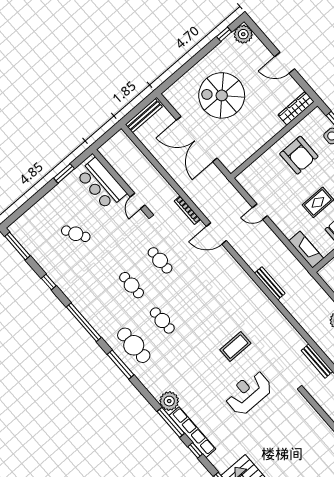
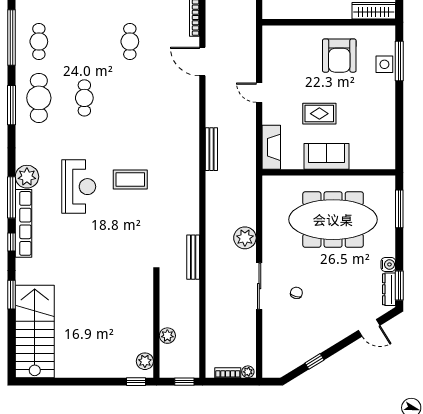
door: (260, 212) -> (259, 93), moved
cafe table: (132, 285) -> (39, 42), moved
reception desk: (248, 393) -> (79, 187), moved, turned 90

